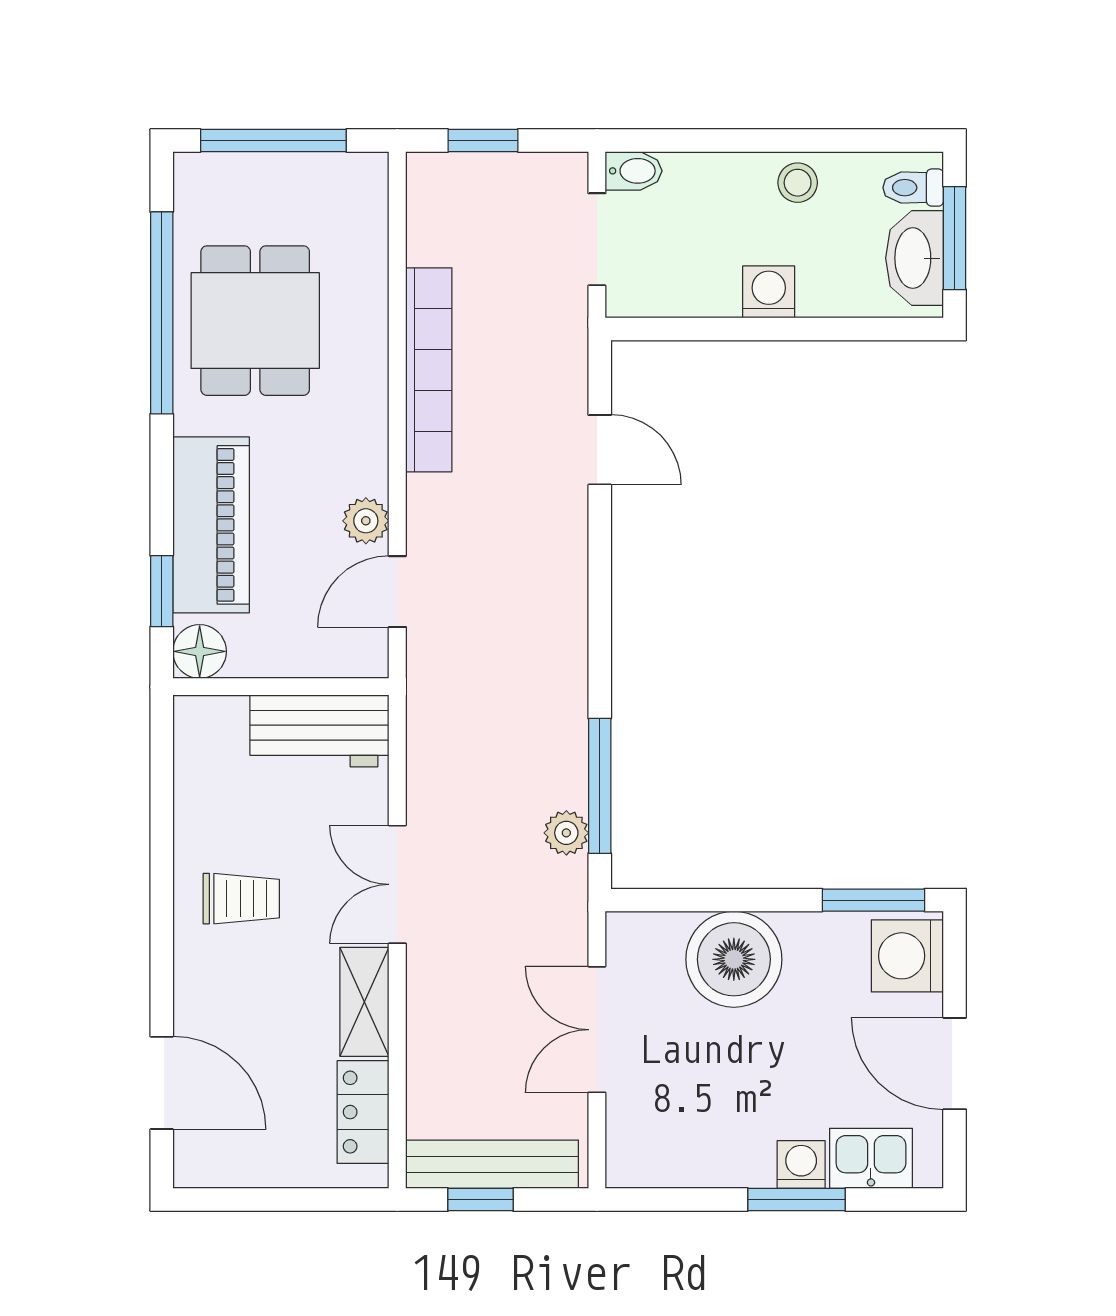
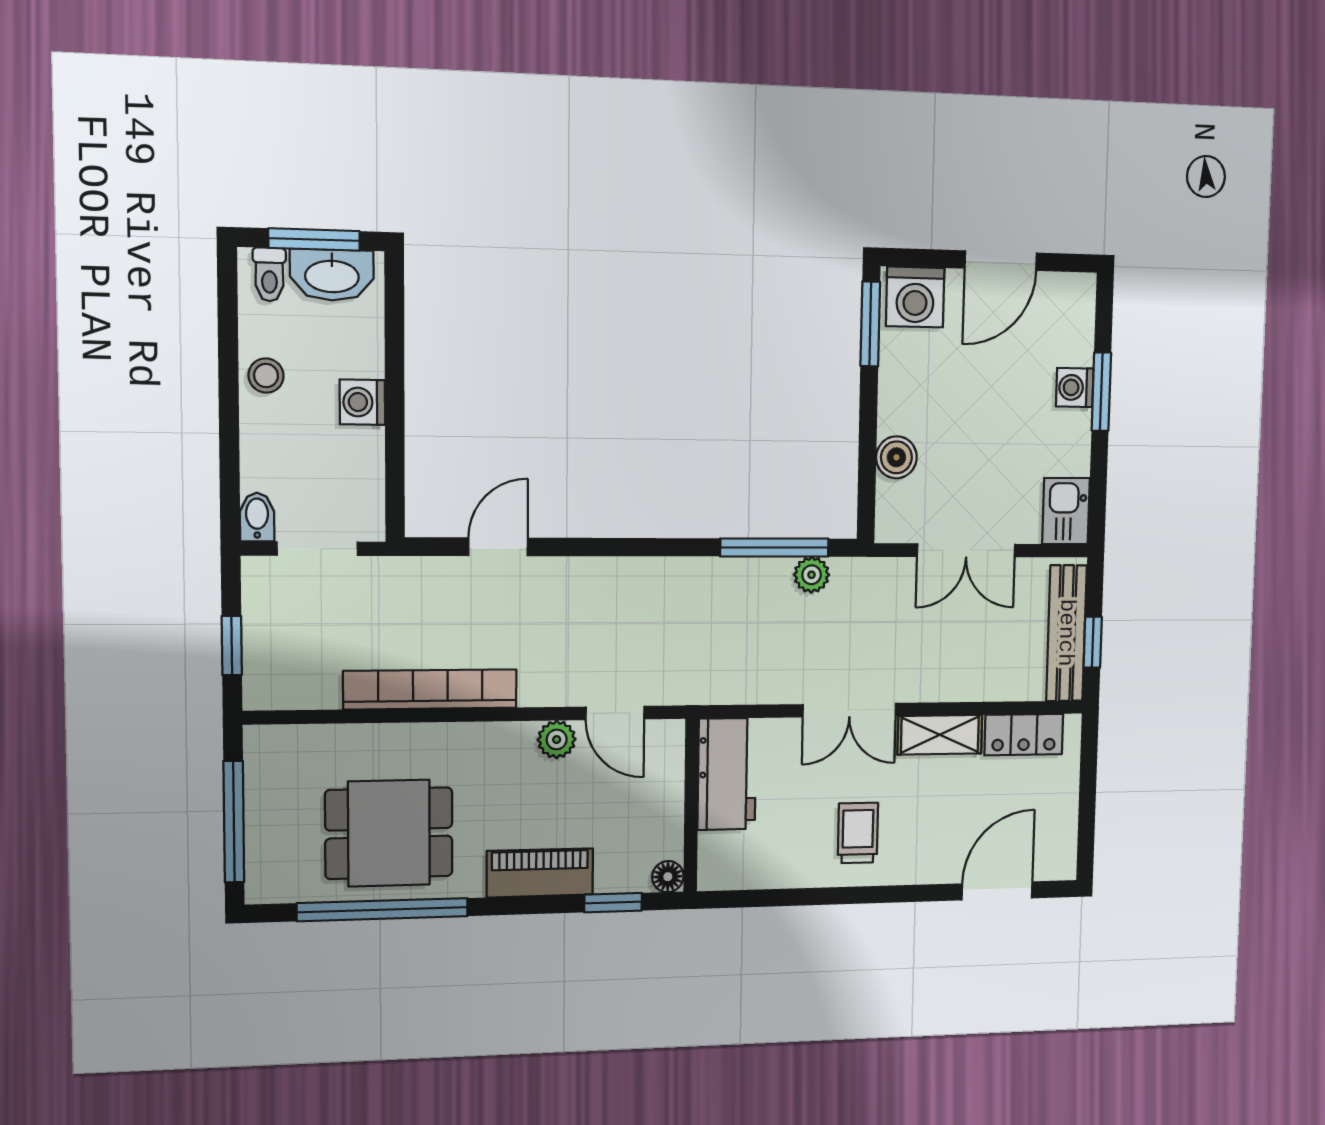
piano: (211, 525) -> (540, 873), width x0.73, depth x0.75
floor lamp: (200, 651) -> (668, 877), width x0.73, depth x0.73
boiler: (734, 959) -> (896, 457), width x0.54, depth x0.54
kitchen sink: (871, 1158) -> (1066, 511), moved

